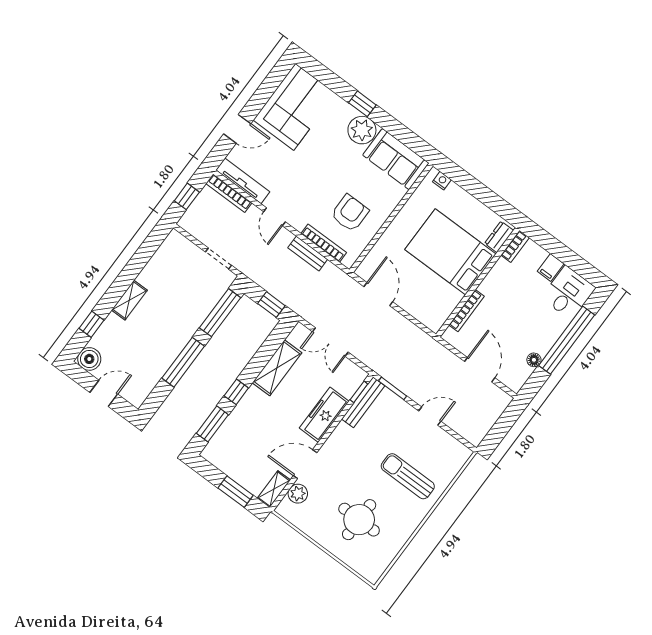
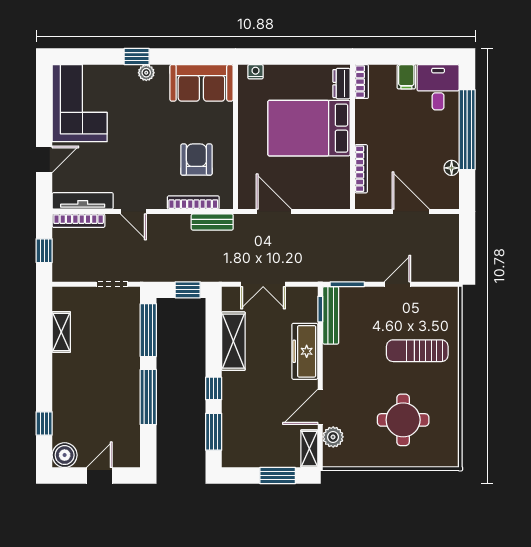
plant: (362, 130) -> (146, 73), width x0.53, depth x0.53
bench: (308, 254) -> (212, 222), moved
shelving: (129, 300) -> (61, 332), moved

